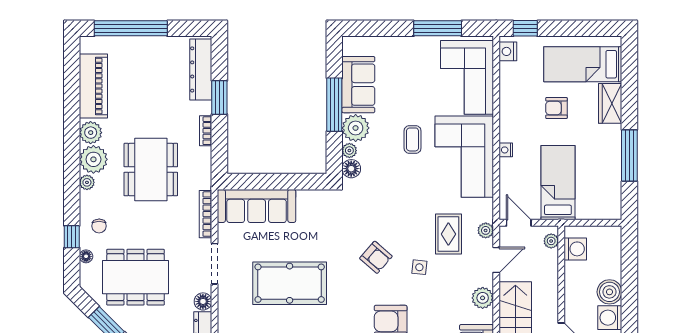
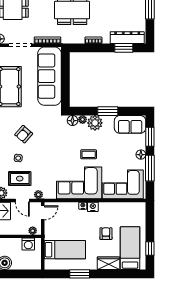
window: (381, 28) -> (150, 137), added
window: (525, 28) -> (150, 248), moved
floor lamp: (413, 45) -> (141, 155), added
nightstand: (508, 51) -> (93, 207), moved
sofa: (358, 85) -> (130, 124), moved
window: (219, 97) -> (124, 48), moved
window: (334, 105) -> (108, 111), width x0.69
window: (629, 156) -> (80, 274), width x0.69
bed: (558, 183) -> (65, 250), moved
sofa: (257, 206) -> (50, 76), width x1.36, depth x1.27
rug: (448, 234) -> (20, 179), moved

